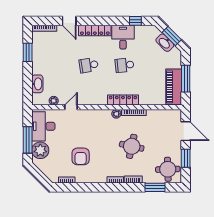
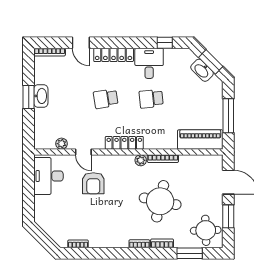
window: (28, 52) -> (29, 97), moved
washbasin: (37, 84) -> (41, 96), moved
piano: (174, 87) -> (200, 140), moved, turned 90
locker: (123, 100) -> (124, 143), moved
door: (71, 107) -> (83, 152), swing flipped
window: (28, 140) -> (29, 193), removed
round table: (132, 146) -> (160, 201), width x1.36, depth x1.36
plant: (40, 150) -> (45, 206), removed
armchair: (81, 156) -> (93, 183), moved

